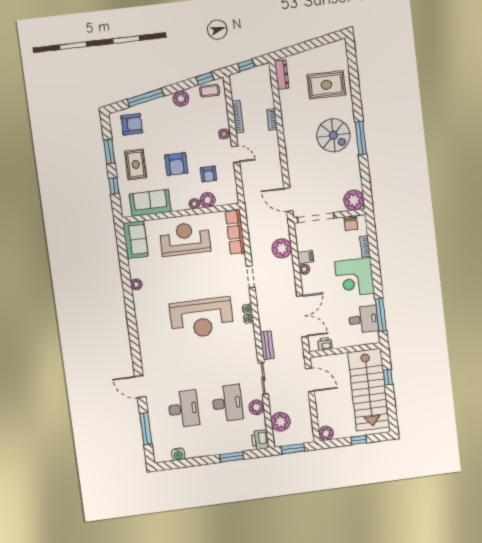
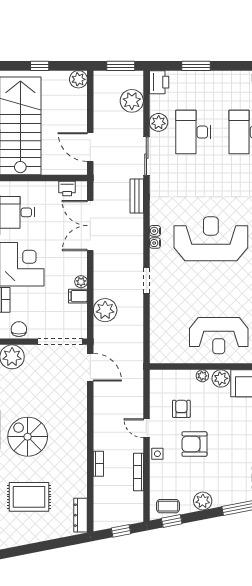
armchair: (176, 164) -> (194, 444), moved, turned -90
plant: (208, 200) -> (221, 378), moved
row of seats: (235, 232) -> (158, 336), removed

